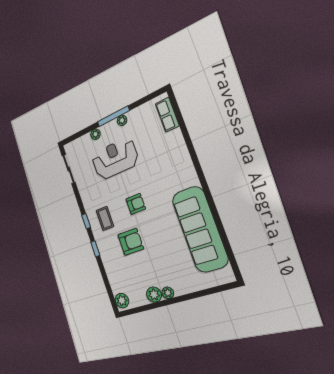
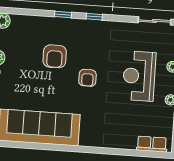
reception desk: (115, 159) -> (139, 76), turned 180
coffee table: (105, 218) -> (88, 39), removed

